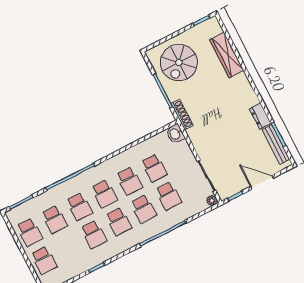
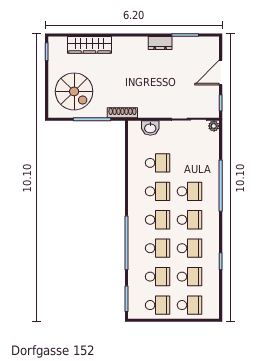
washbasin: (175, 134) -> (150, 128), moved
bench: (276, 144) -> (193, 42), removed
school desk: (169, 196) -> (189, 277), moved

